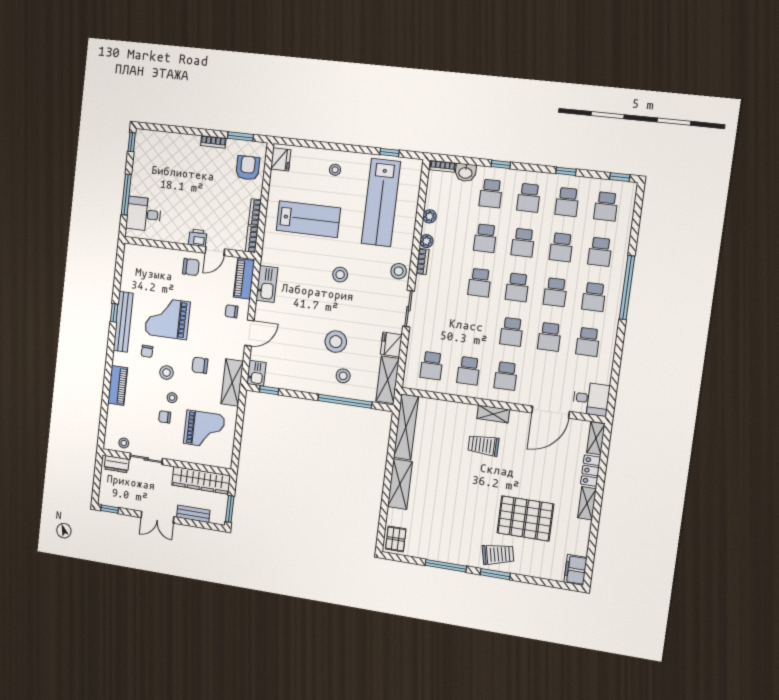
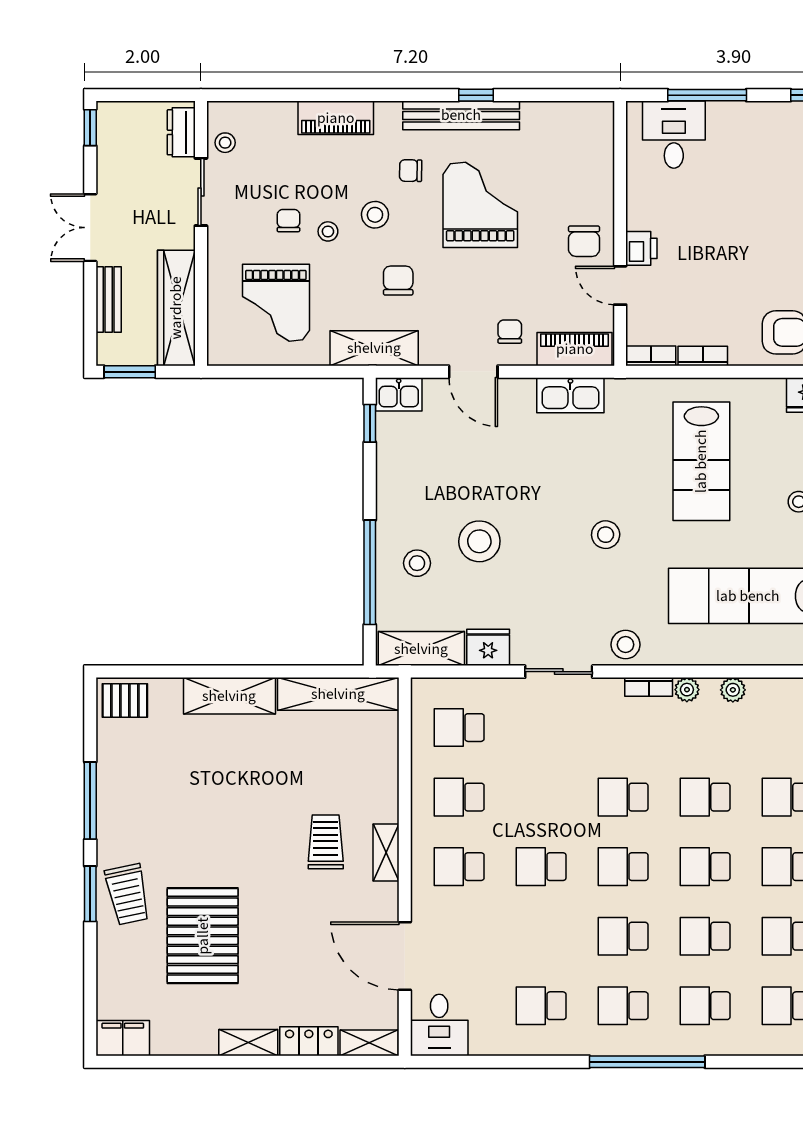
school desk: (549, 337) -> (541, 936), removed

